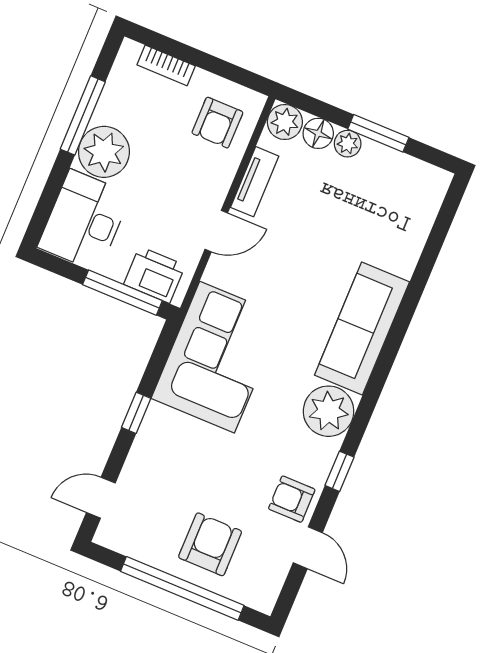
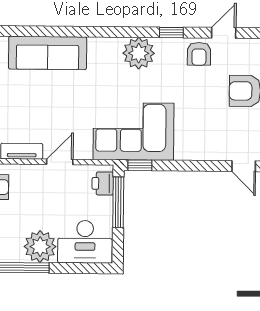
door: (216, 231) -> (60, 162), hinge flipped
printer: (155, 275) -> (103, 183), width x0.73, depth x0.81
sofa: (362, 329) -> (48, 53), moved
window: (136, 413) -> (140, 165), moved

